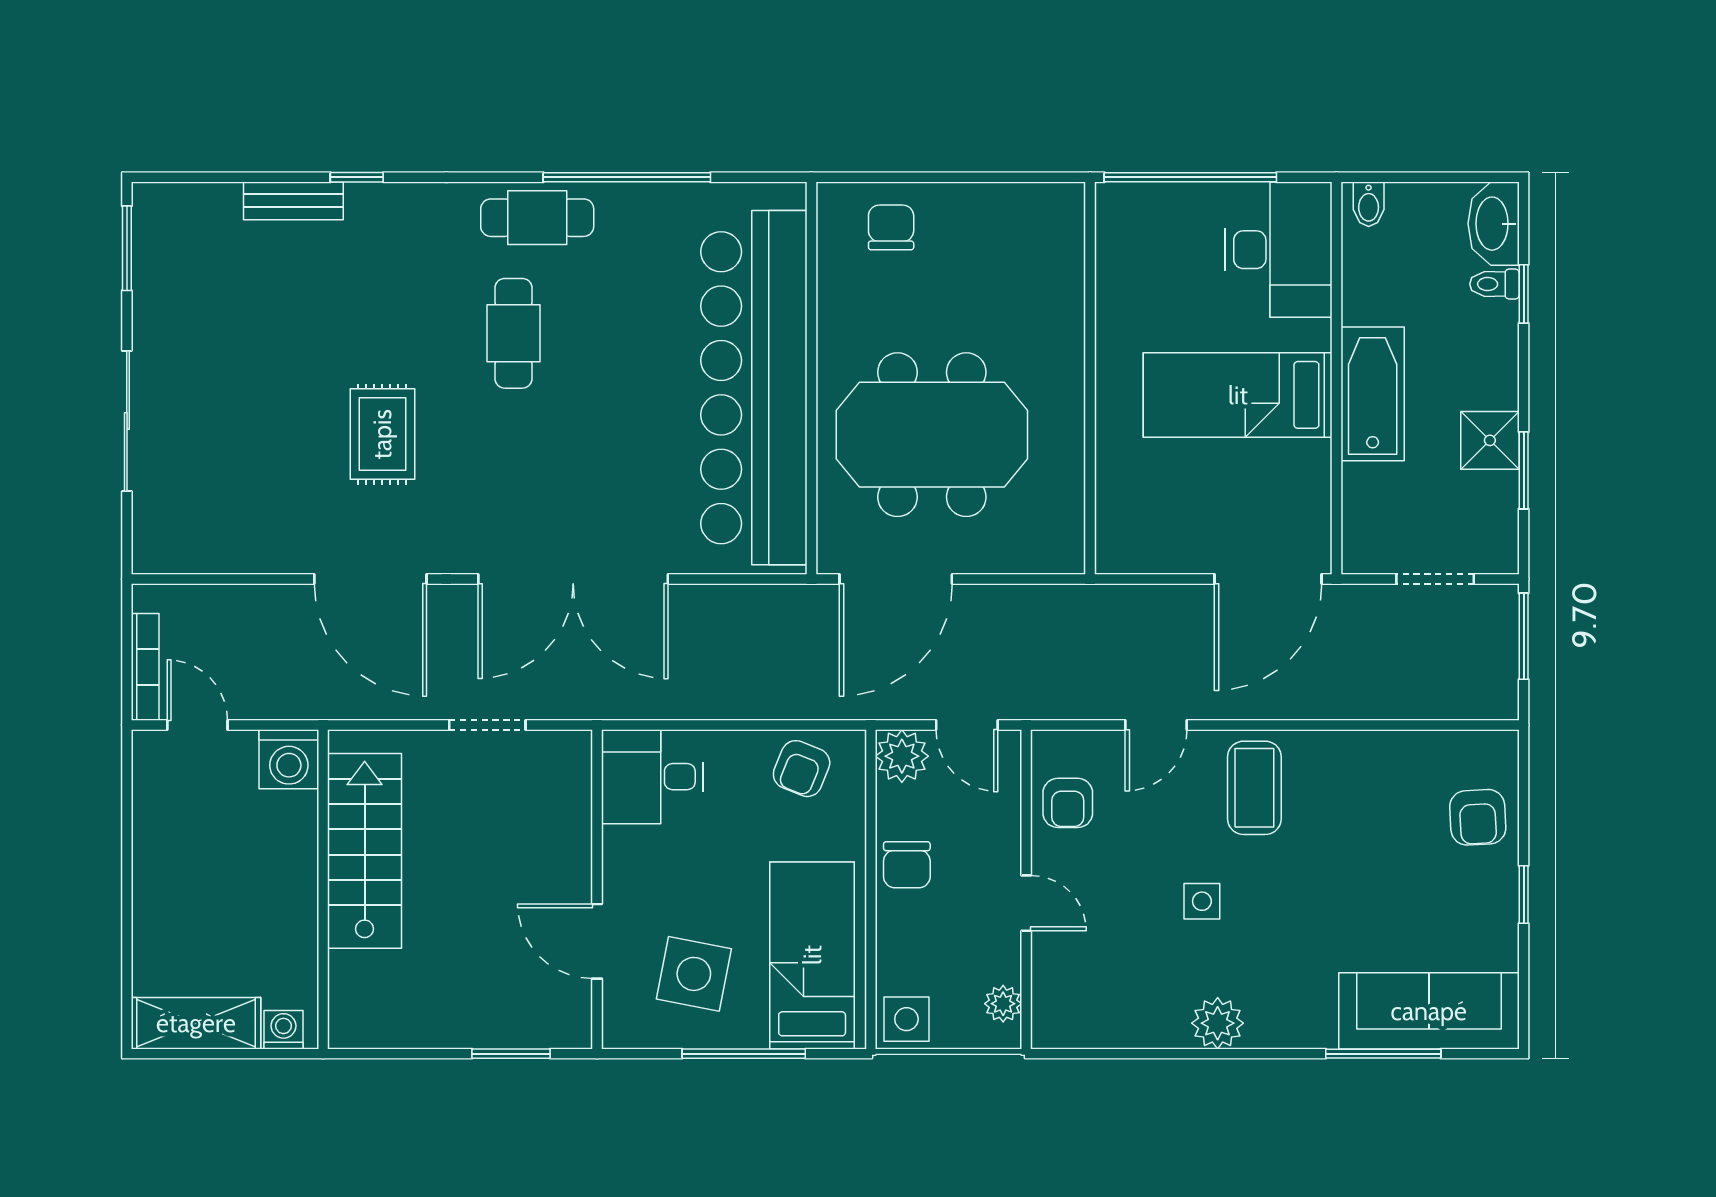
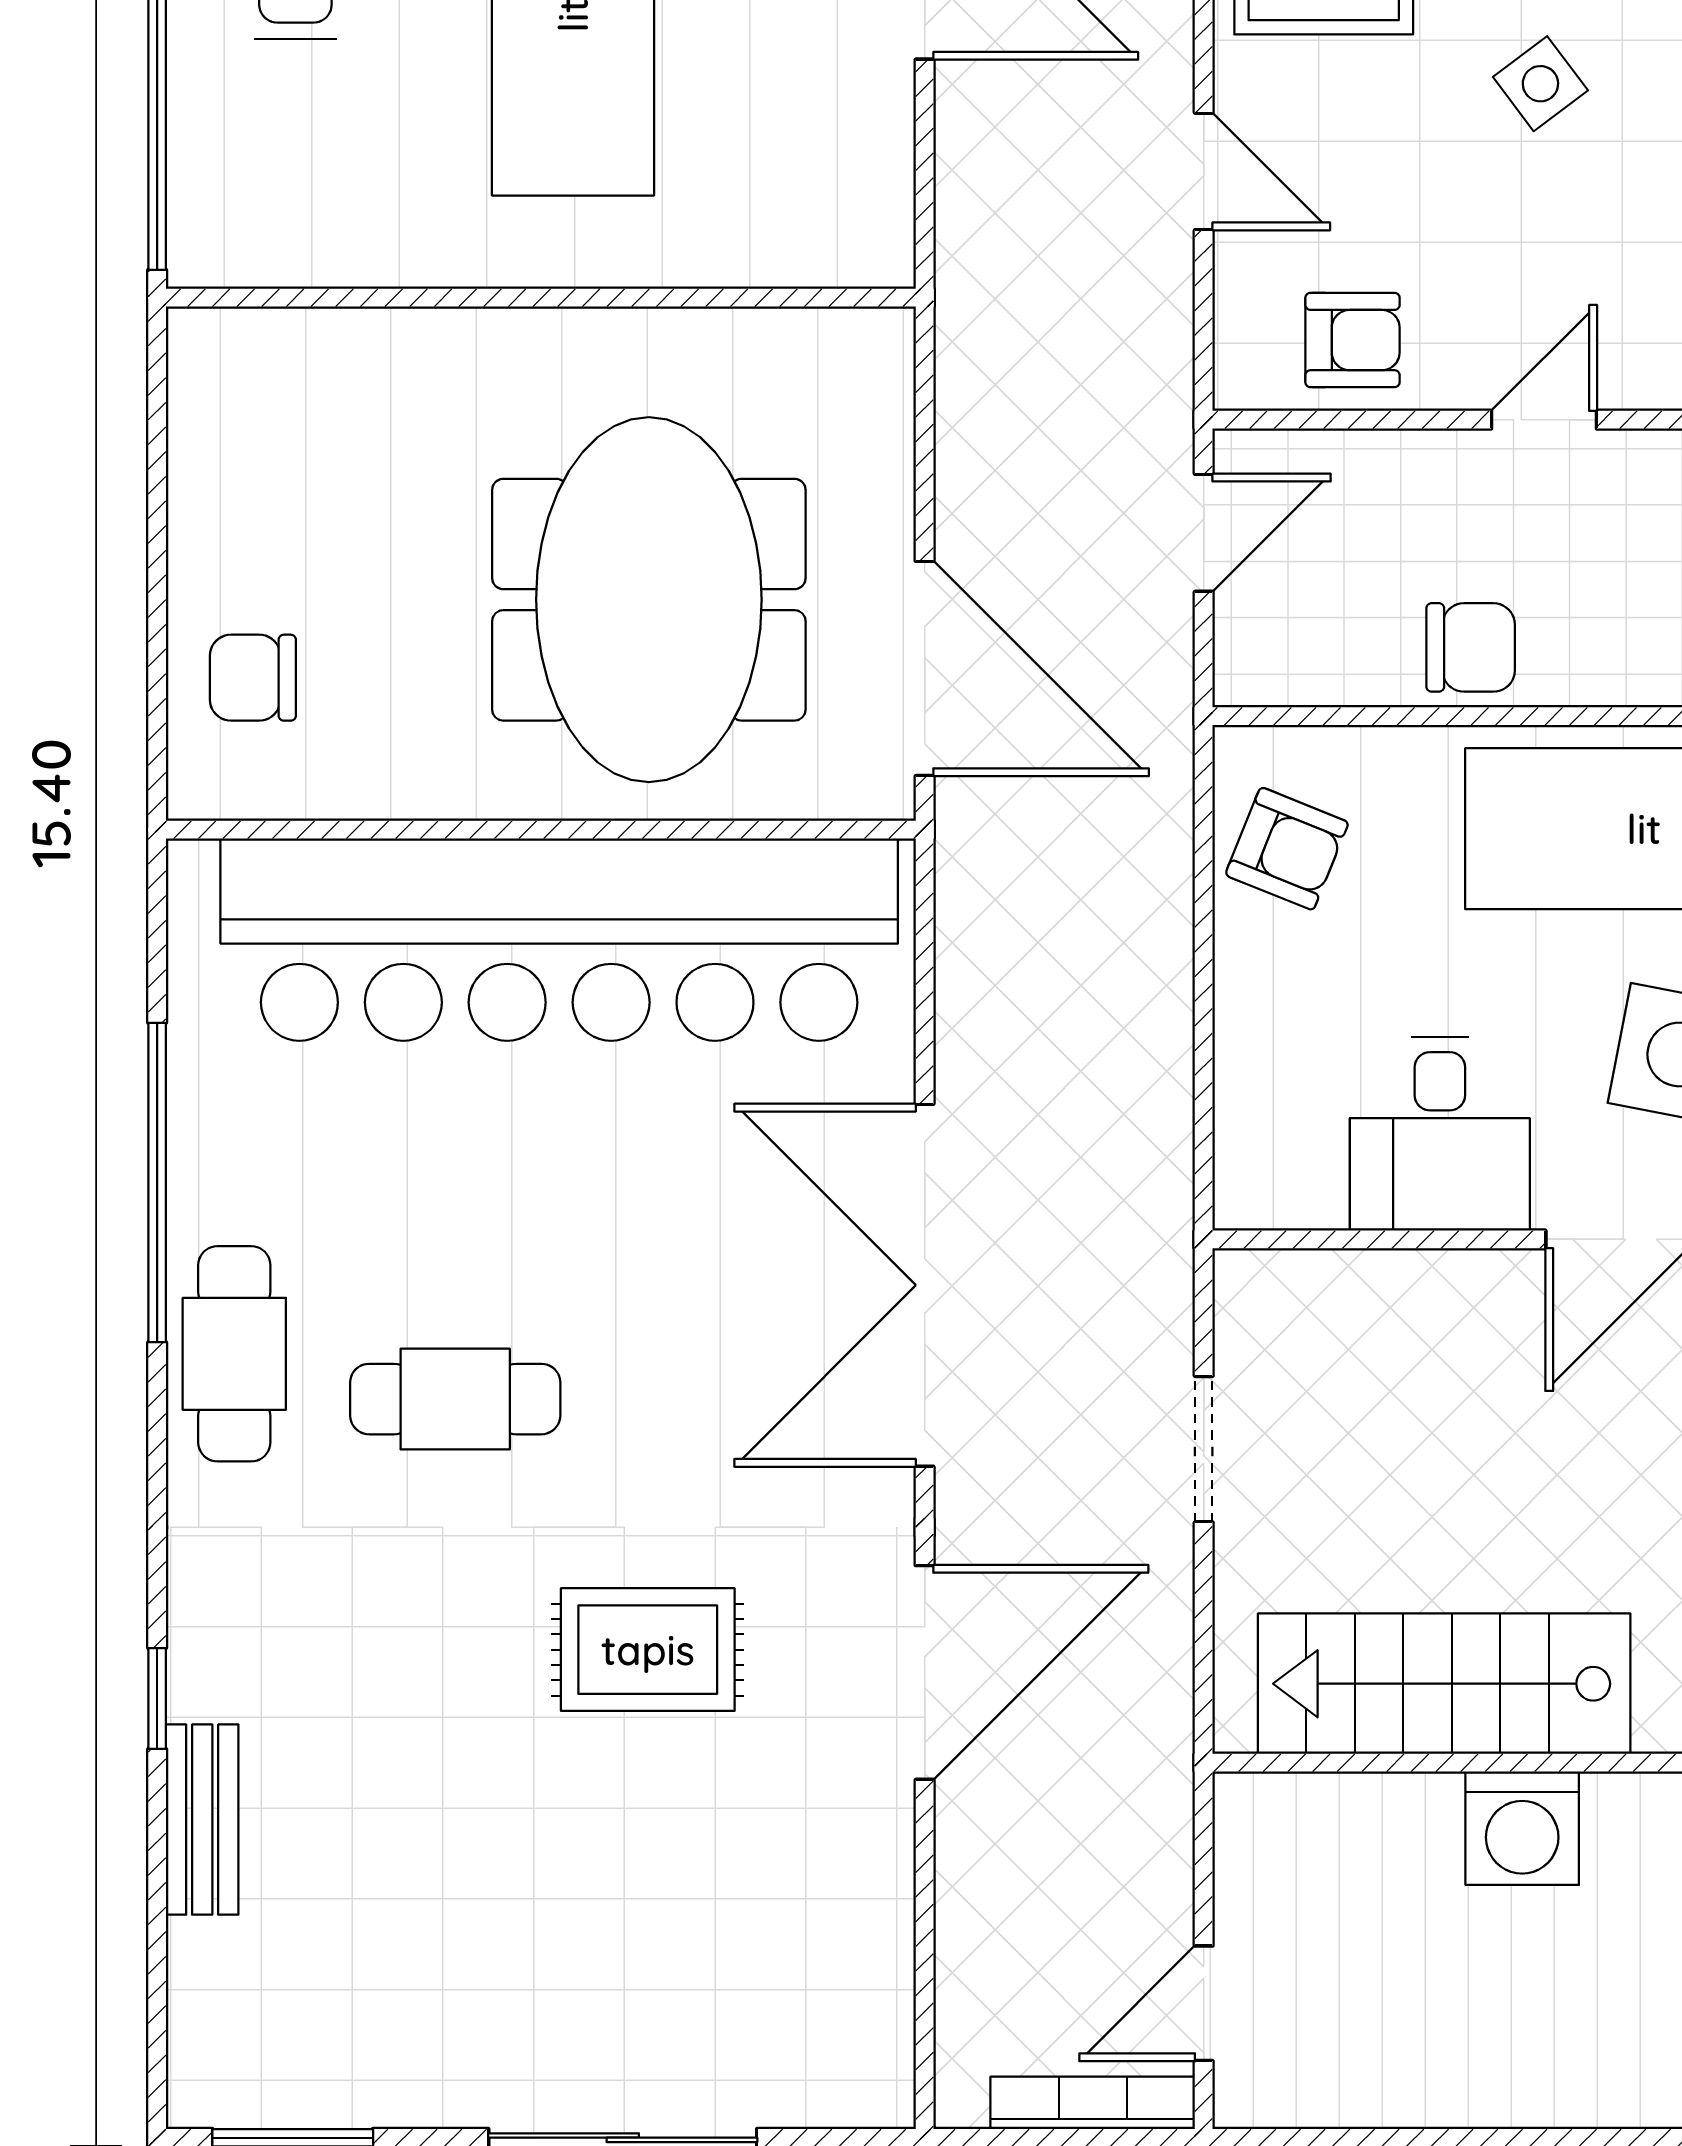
double door: (573, 579) -> (925, 1285), swing flipped
plant: (902, 756) -> (1263, 657), removed
washing machine: (289, 759) -> (1522, 1828), moved, turned 90
desk: (652, 777) -> (1440, 1134), moved
side table: (1202, 901) -> (1540, 84), turned -37

